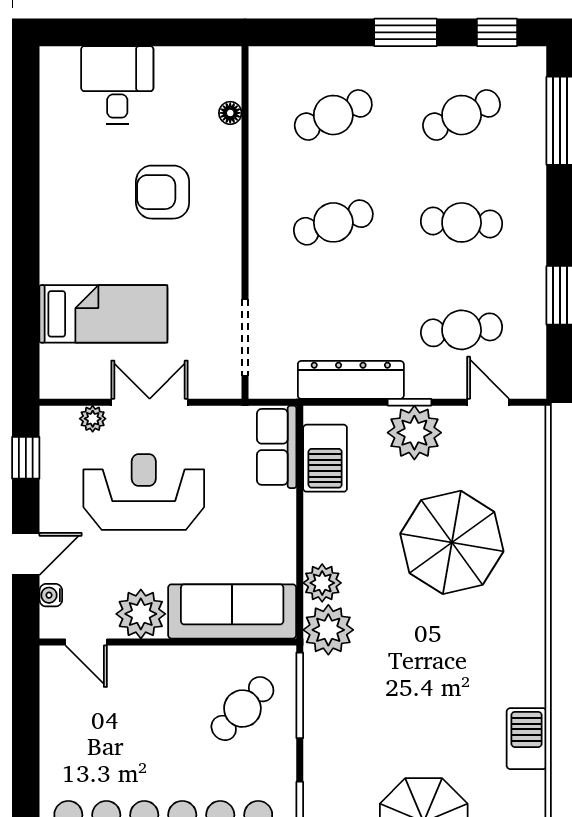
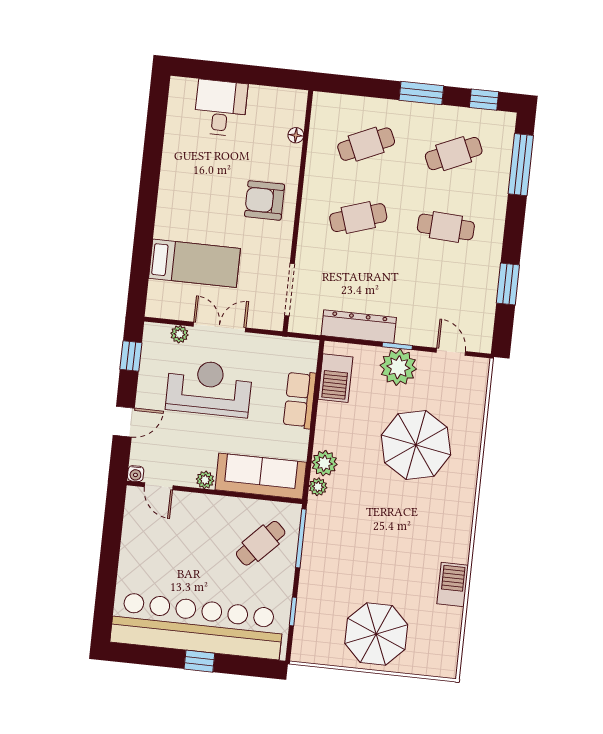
armchair: (163, 192) -> (265, 200), moved
cafe table: (462, 330) -> (438, 300), removed
row of seats: (277, 447) -> (300, 400), moved
water cooler: (51, 595) -> (136, 474), moved, turned -90
plant: (141, 614) -> (205, 480), width x0.53, depth x0.53
plant: (328, 630) -> (318, 487), width x0.53, depth x0.53

